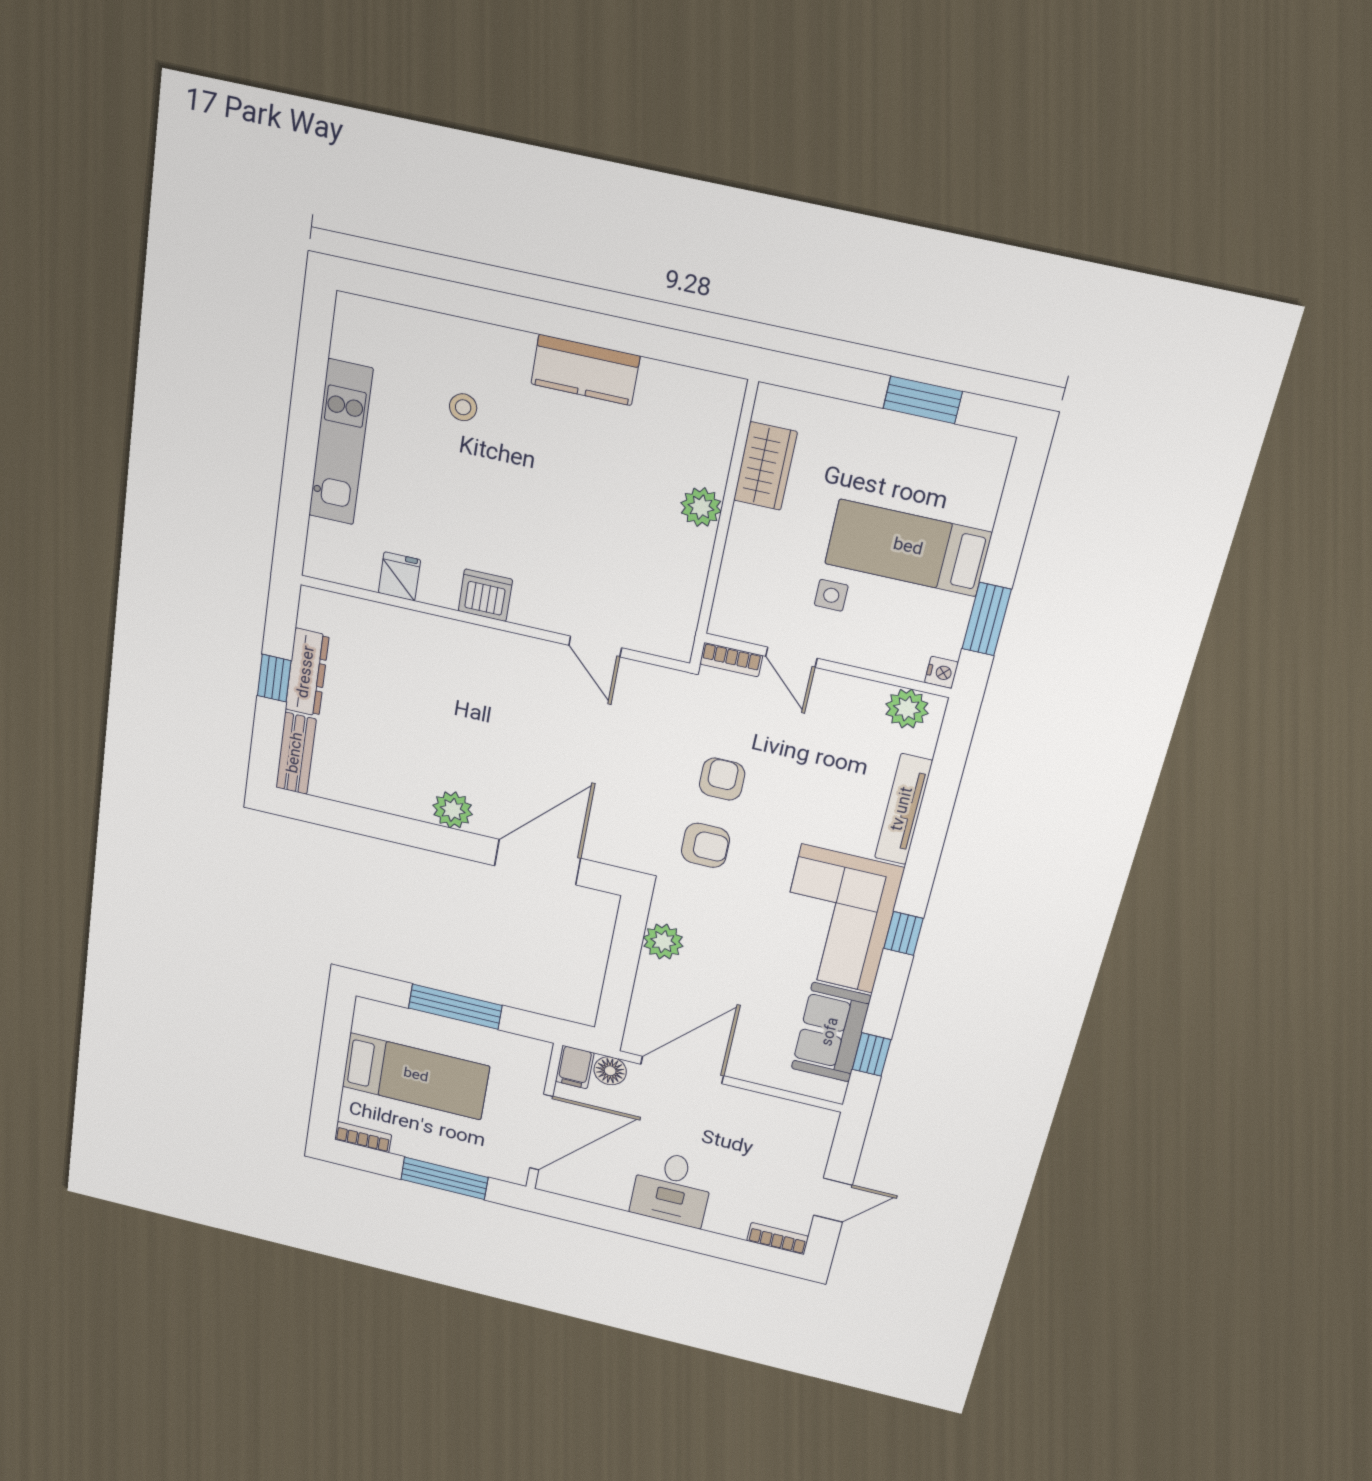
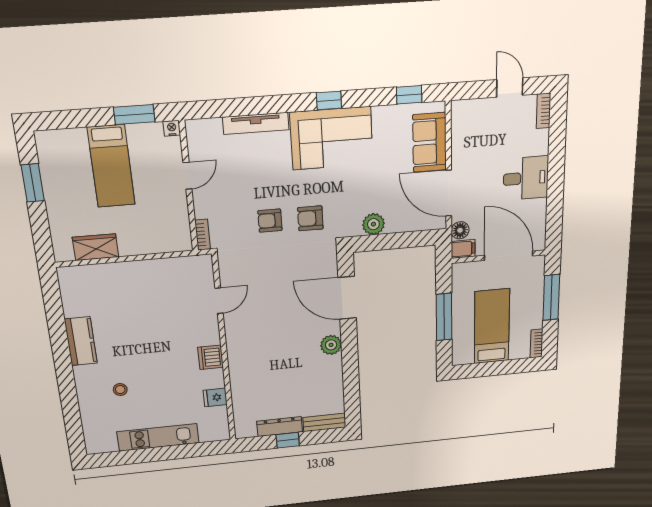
plant: (701, 507) -> (128, 271), removed
side table: (831, 595) -> (150, 196), removed
door: (791, 657) -> (187, 176), moved
plant: (907, 709) -> (198, 139), removed
armchair: (705, 845) -> (310, 218), turned -90
sofa: (831, 1032) -> (430, 142), moved, turned 90

